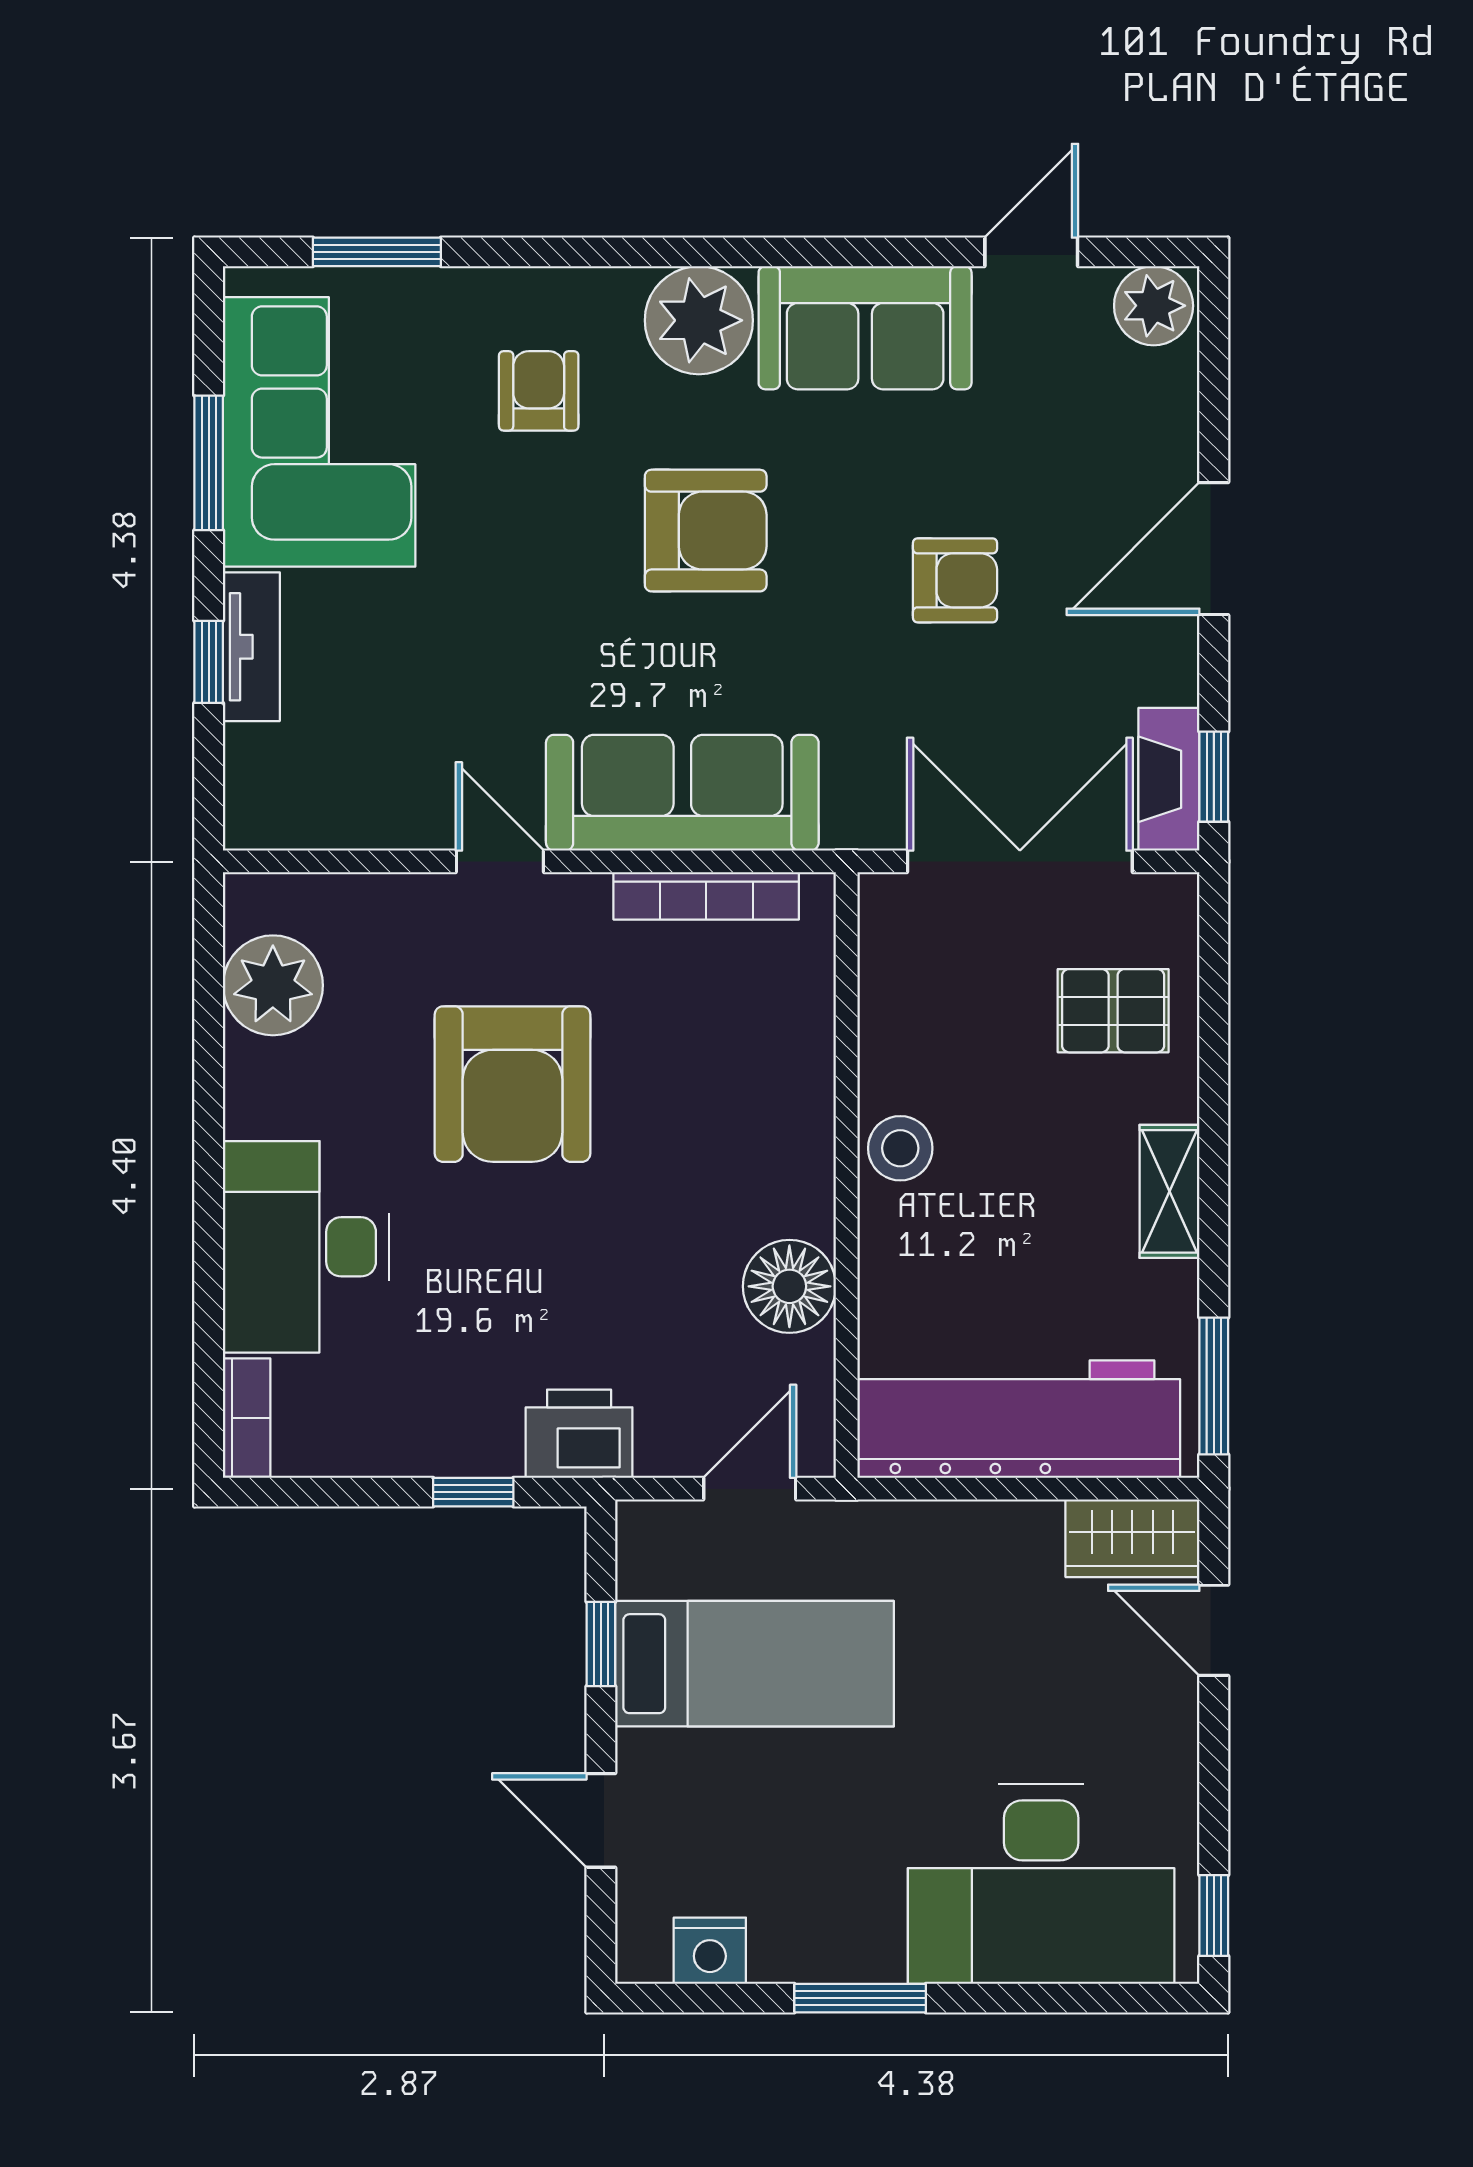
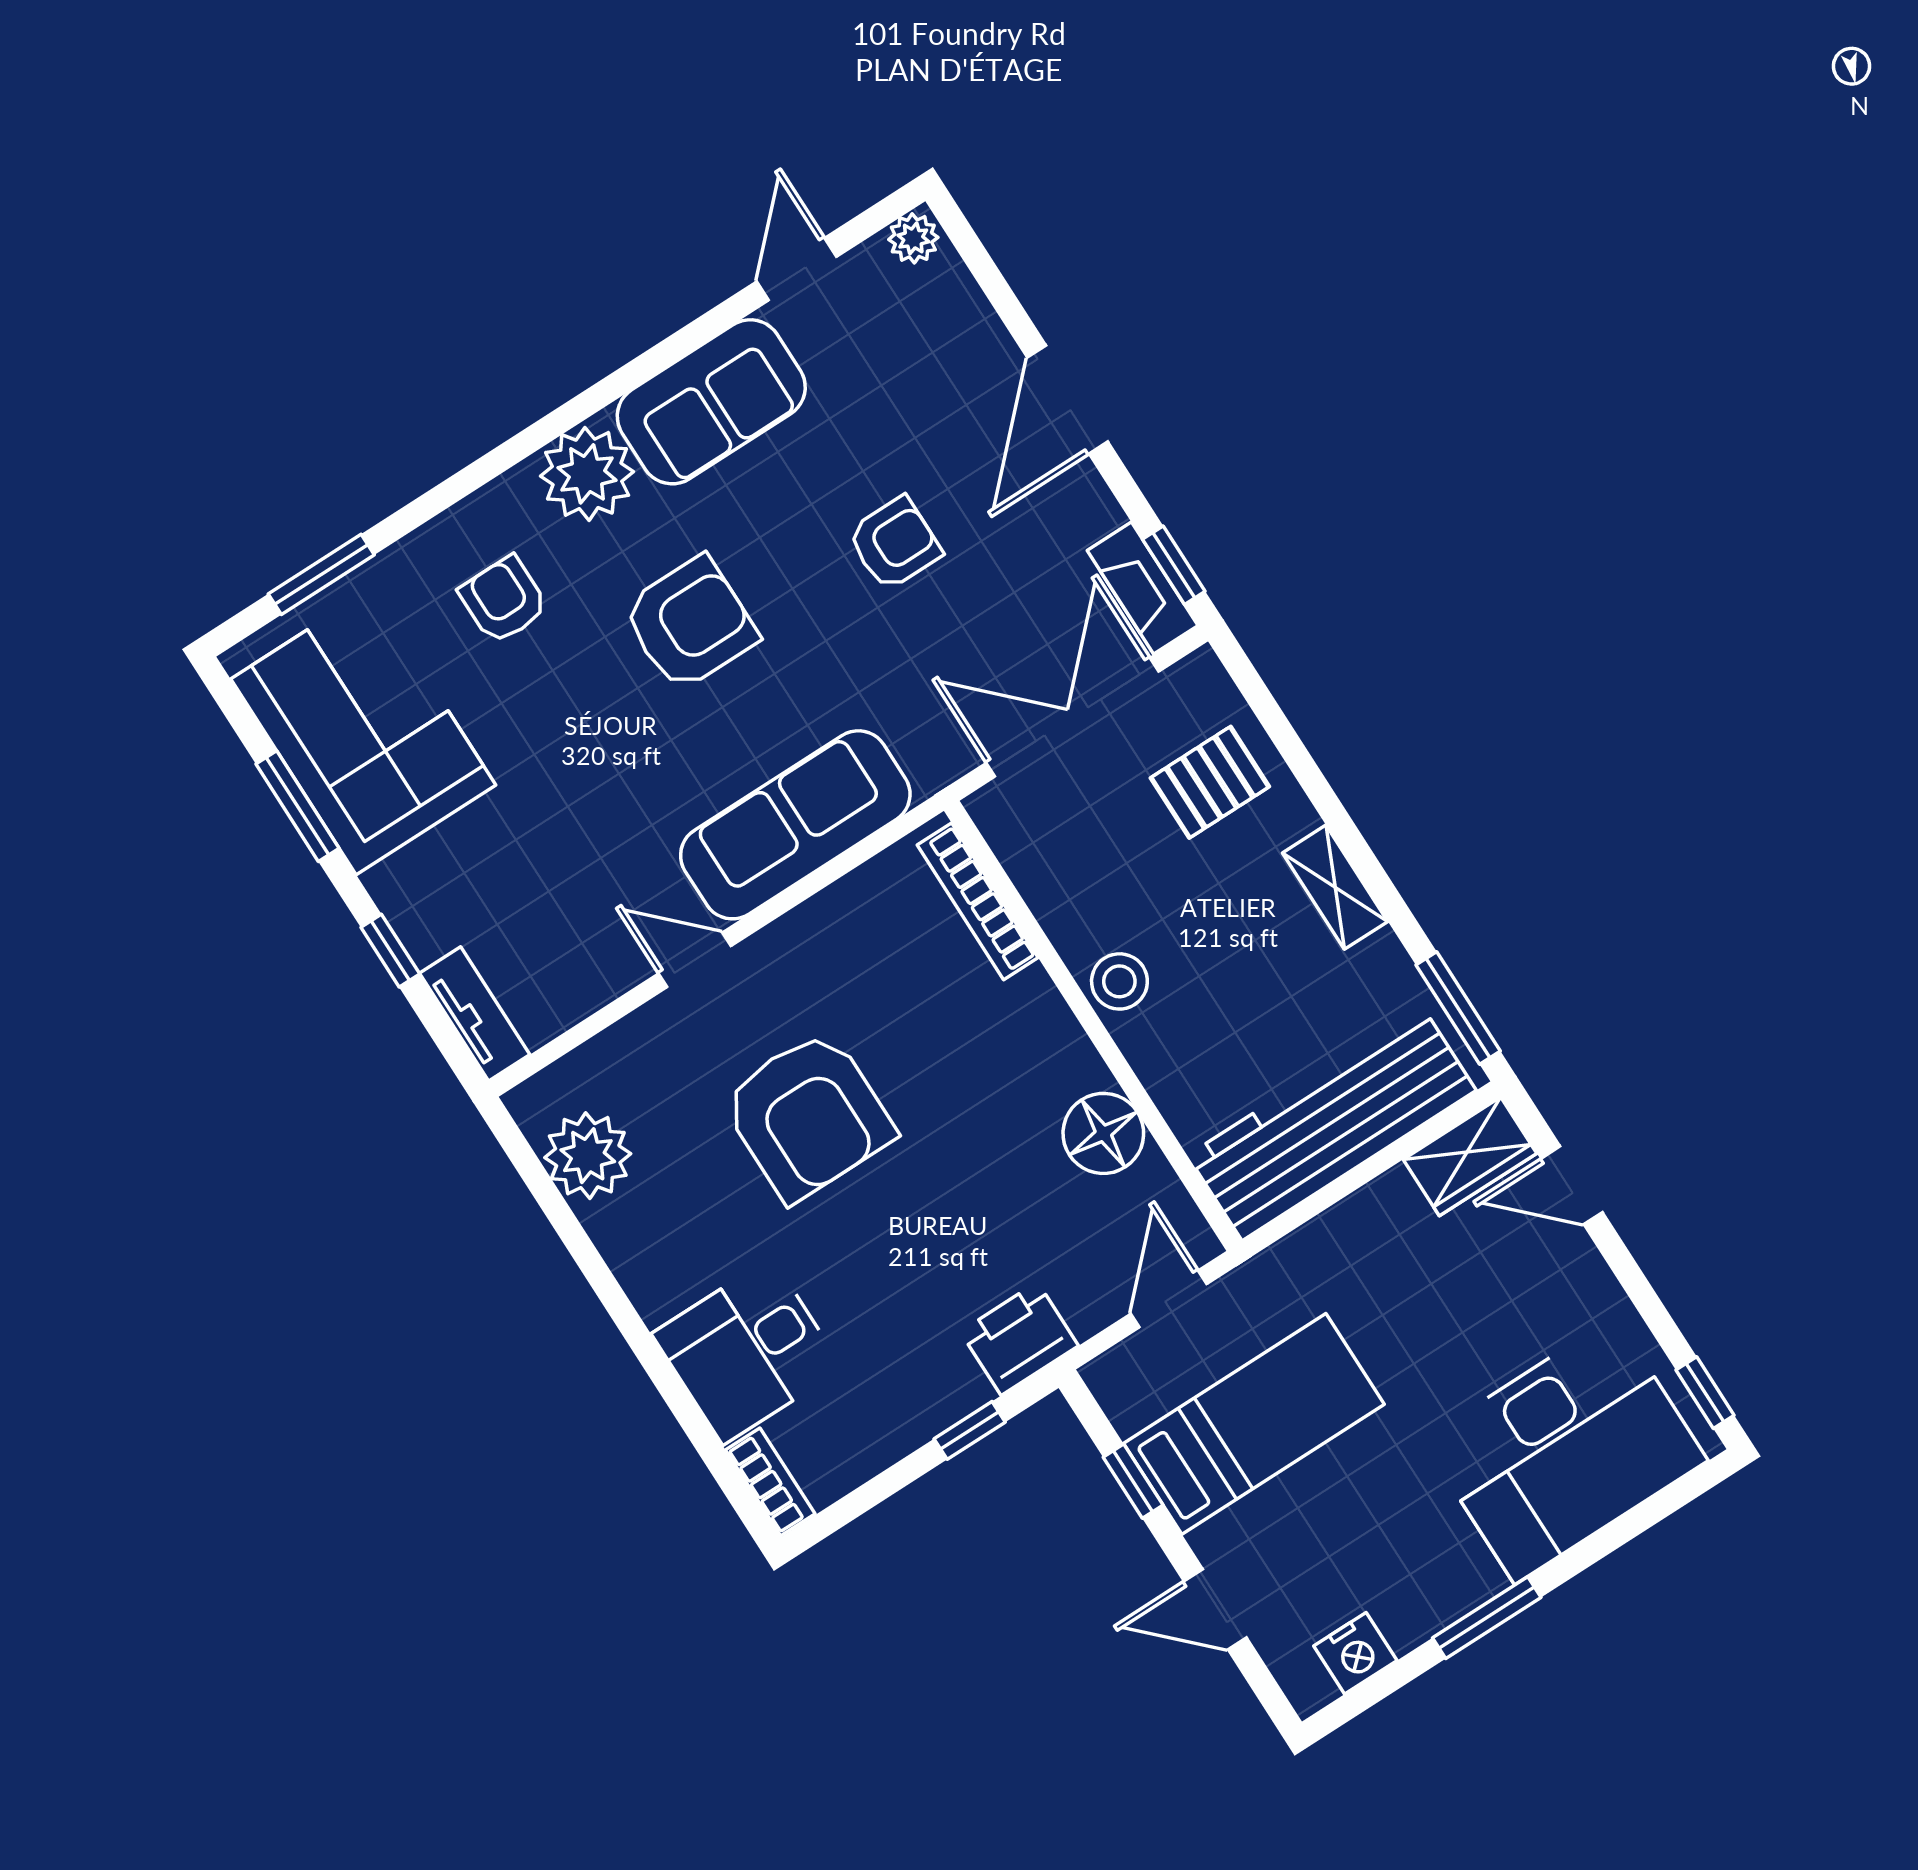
plant: (1154, 306) -> (913, 238), width x0.73, depth x0.73
tv unit: (251, 647) -> (475, 1014), moved
bookcase: (706, 896) -> (978, 901), moved, turned 90
desk: (306, 1247) -> (747, 1351), width x0.73

